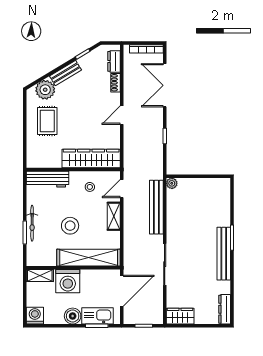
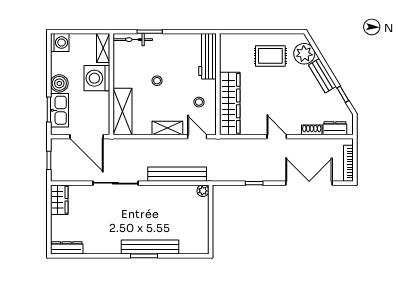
bicycle: (32, 223) -> (133, 40), moved
stool: (70, 226) -> (157, 81), width x0.53, depth x0.53
bench: (224, 254) -> (150, 247), moved
shelving: (89, 258) -> (122, 111), width x0.68

